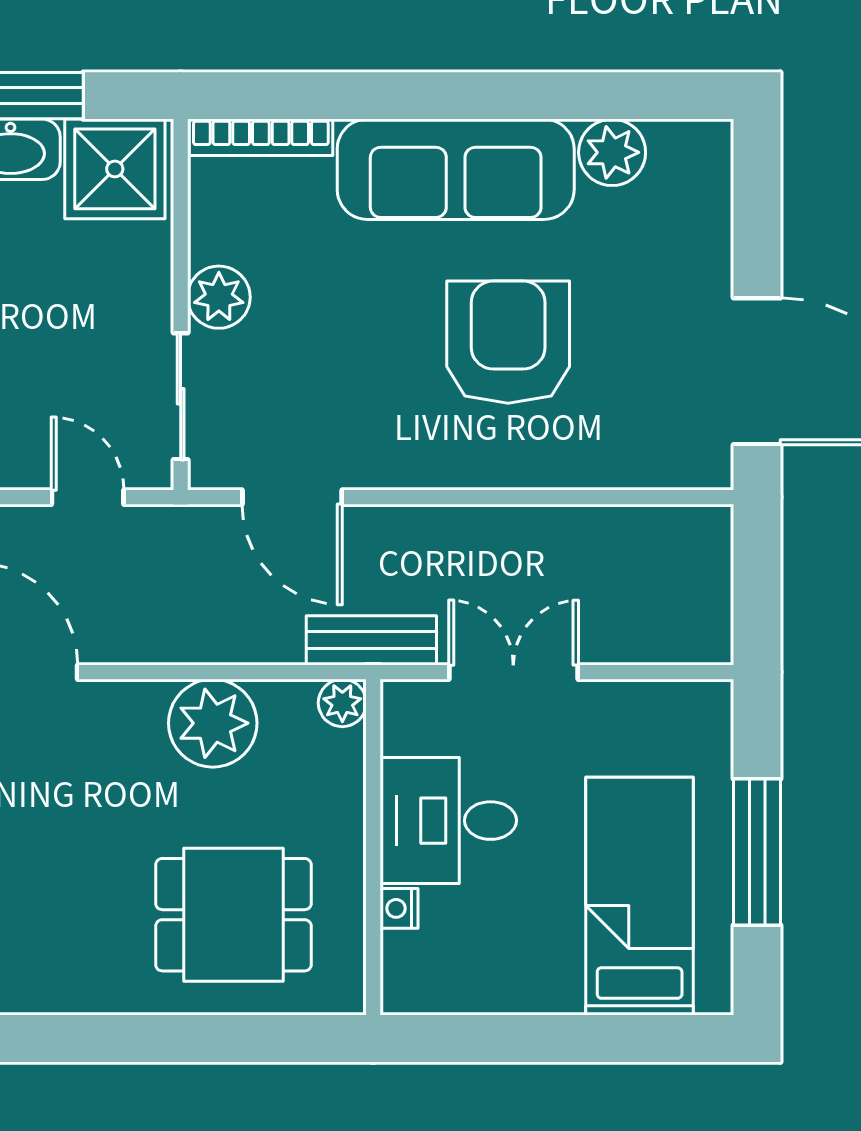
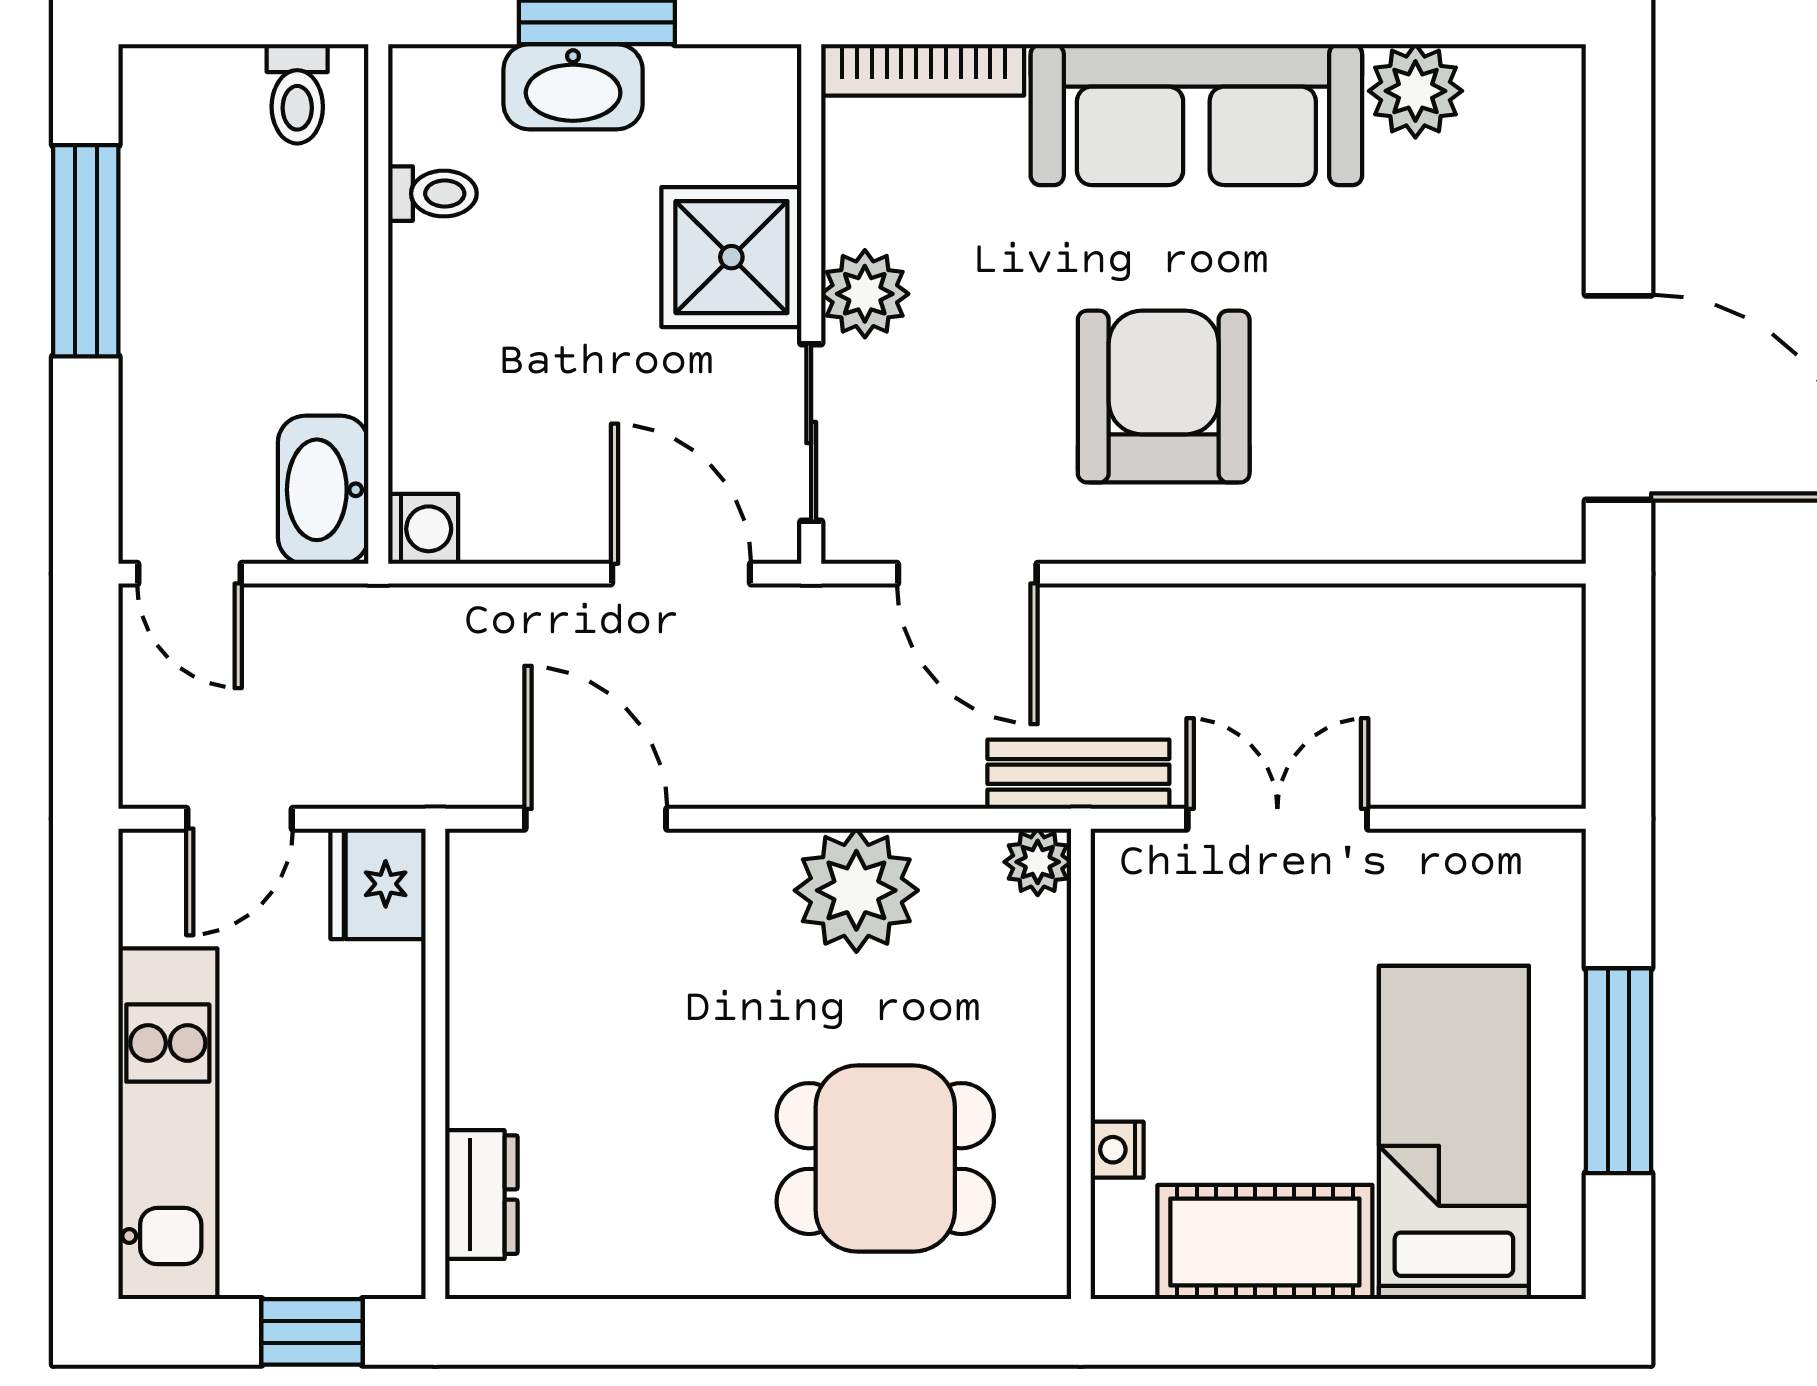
shower: (115, 169) -> (731, 257), moved
armchair: (508, 342) -> (1164, 397), moved
door: (88, 497) -> (681, 574), width x1.37
desk: (448, 821) -> (1186, 1027), removed
cot: (505, 974) -> (1265, 1242), added

